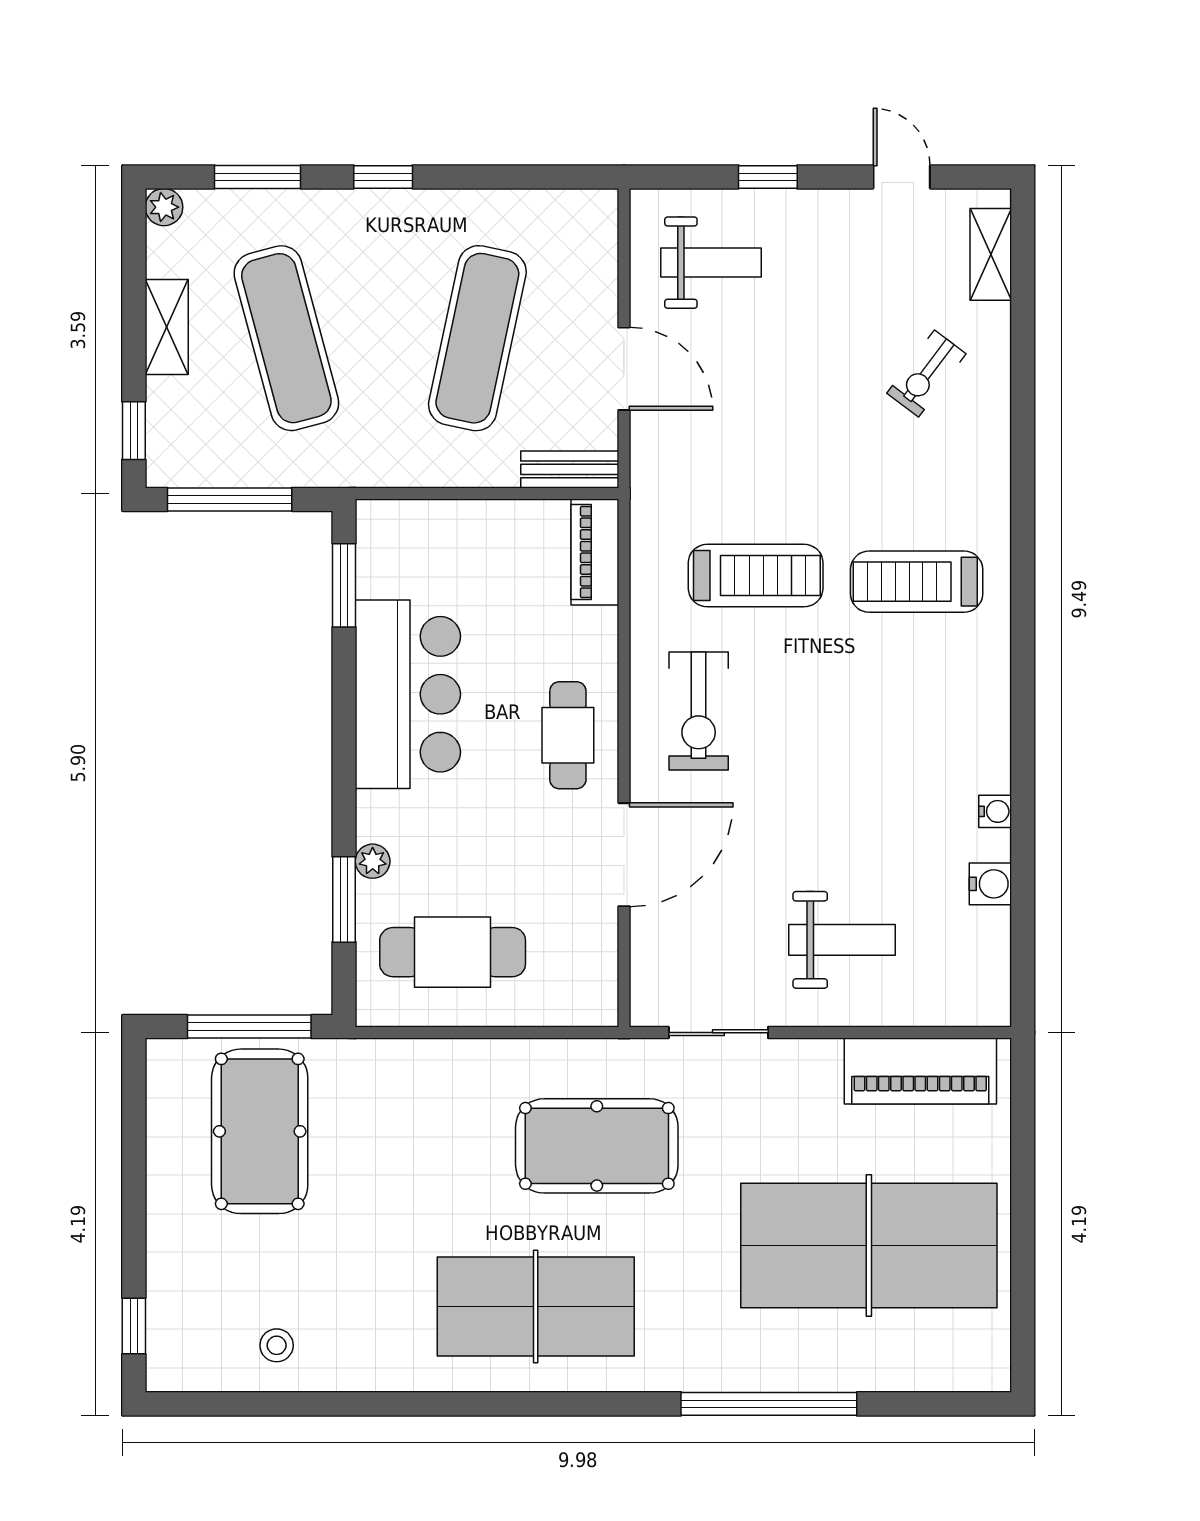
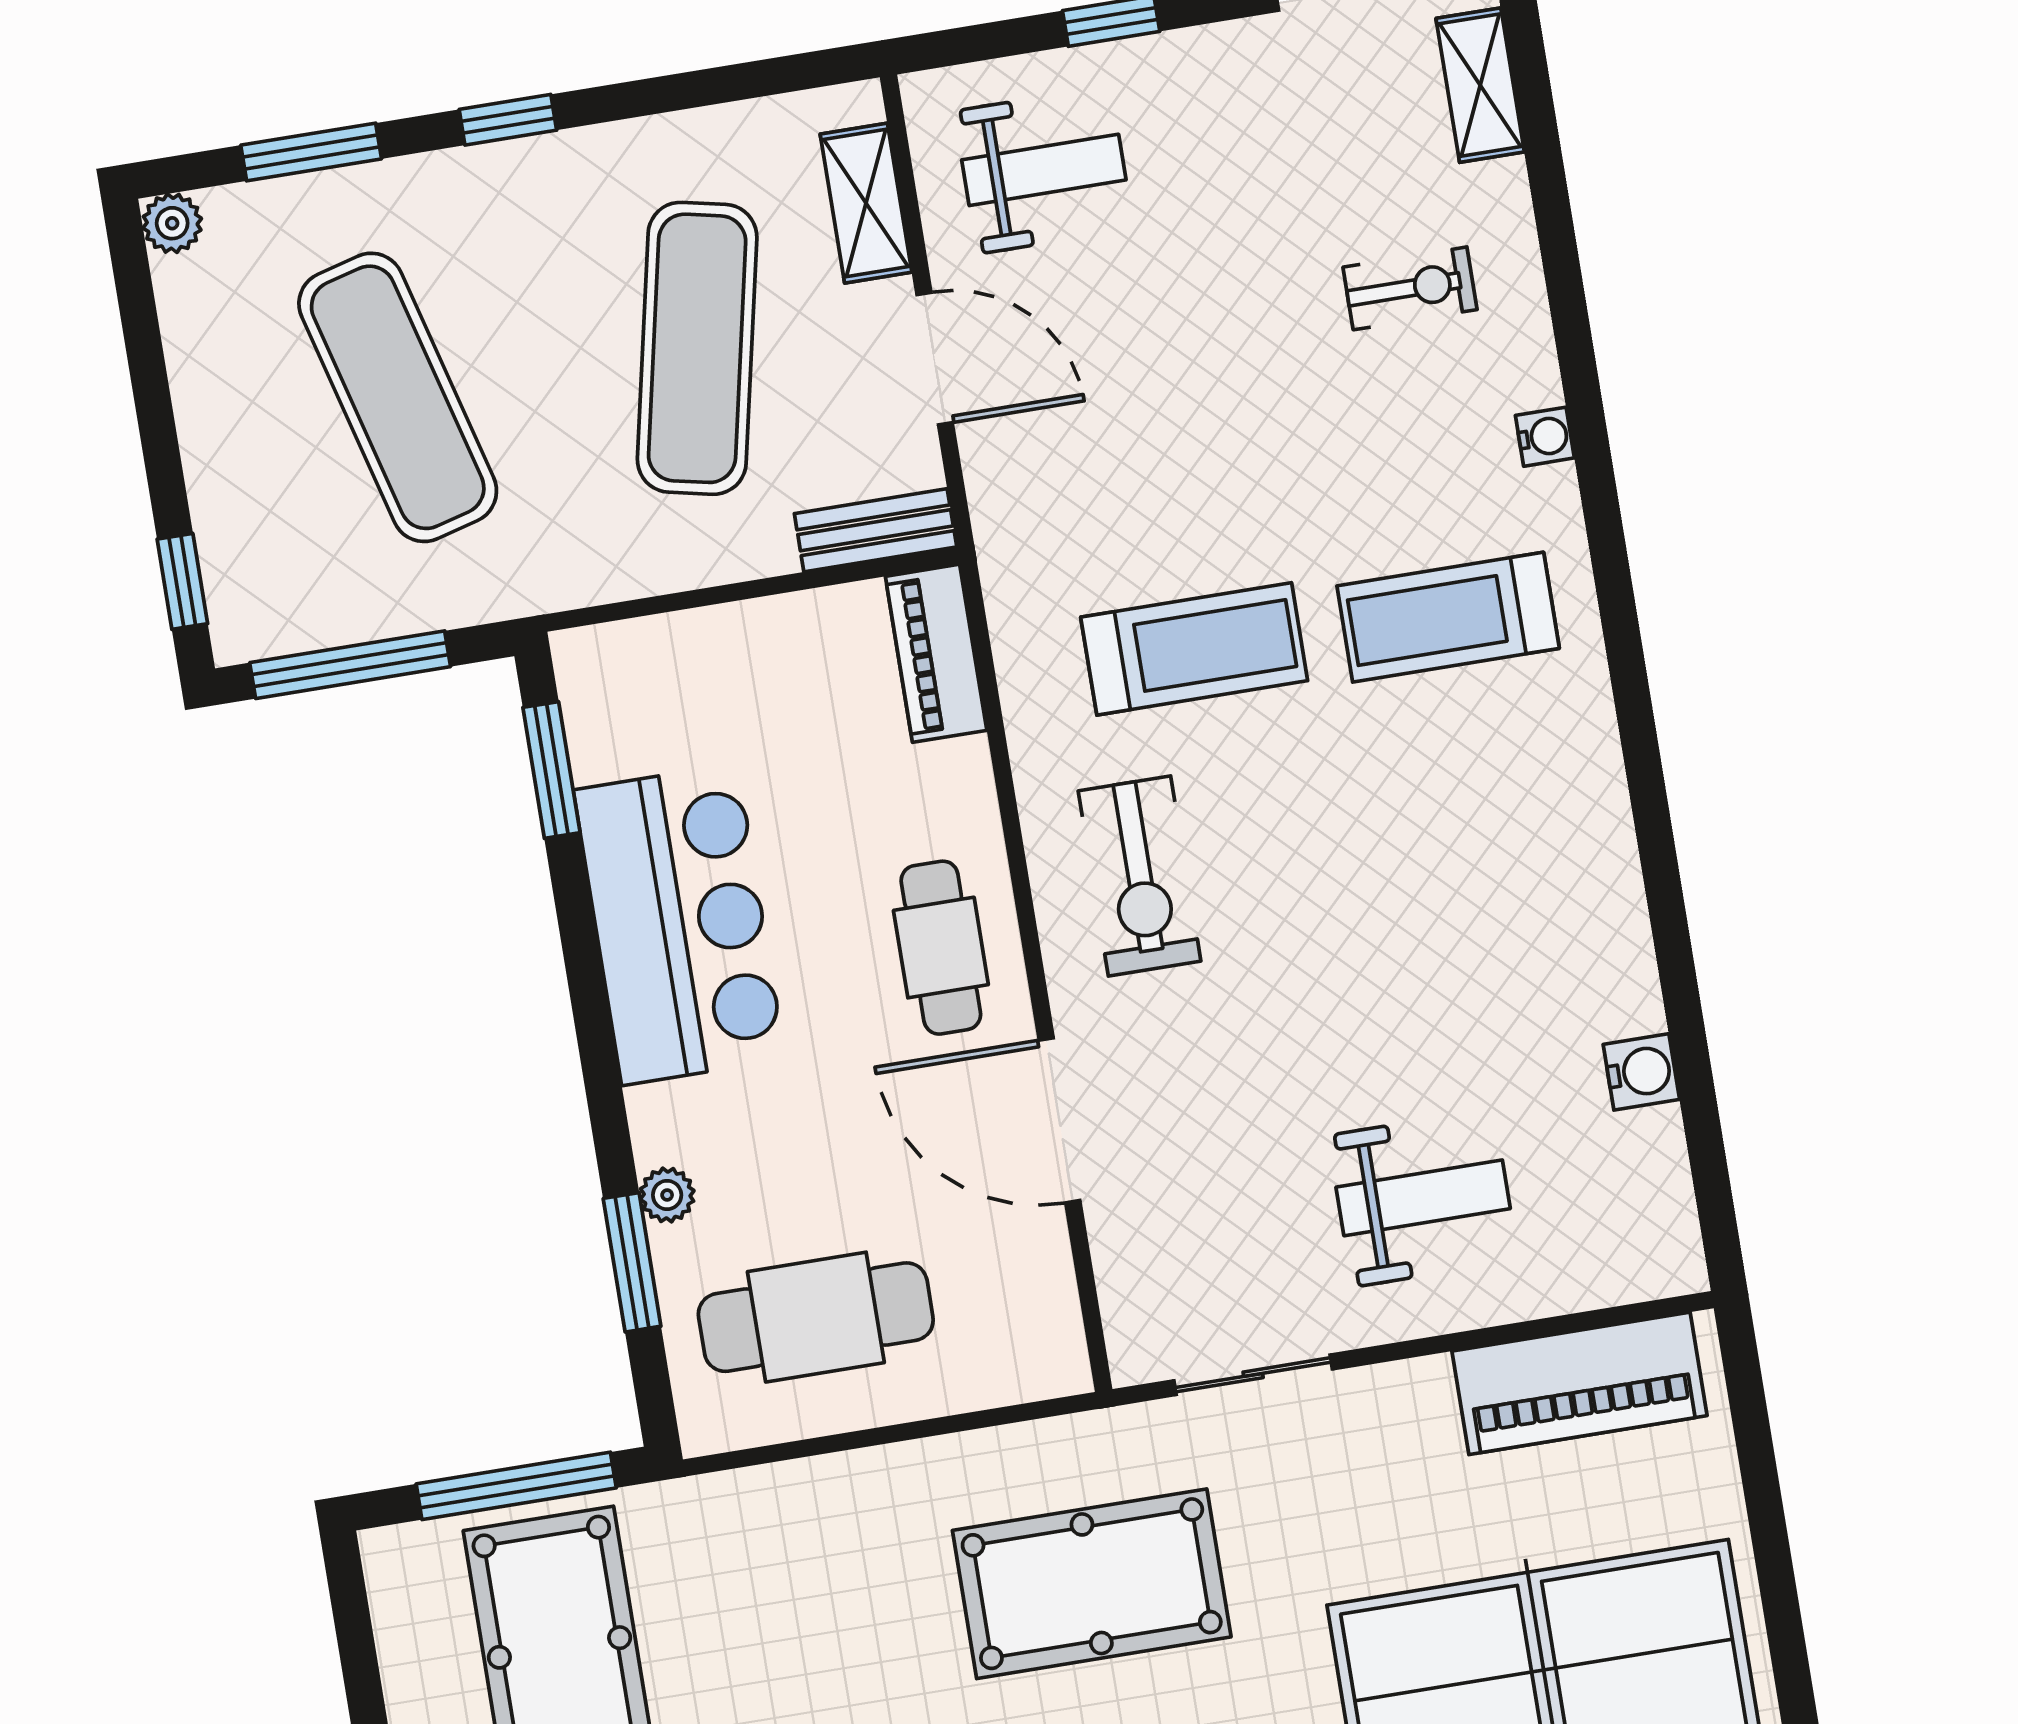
shelving: (167, 327) -> (866, 203), moved
exercise bike: (926, 373) -> (1410, 288), turned -127
water cooler: (995, 811) -> (1545, 437), moved
door: (624, 855) -> (1059, 1120), swing flipped

